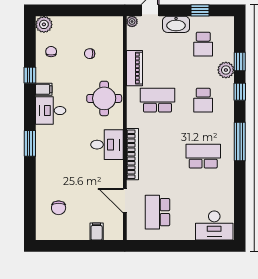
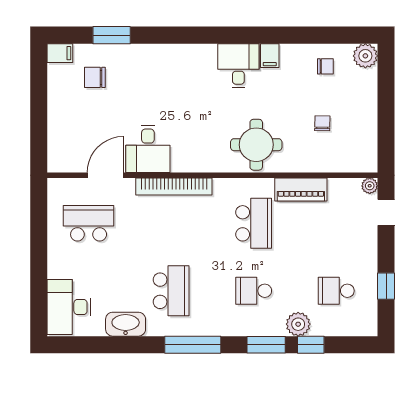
washbasin: (176, 24) -> (126, 324), moved, turned 90
window: (30, 75) -> (291, 35), removed
window: (240, 92) -> (266, 345), width x1.50
window: (30, 143) -> (112, 35), moved
desk: (107, 145) -> (148, 149), moved
filing cabinet: (97, 232) -> (60, 53), moved

